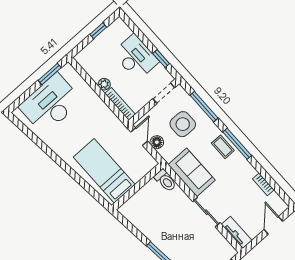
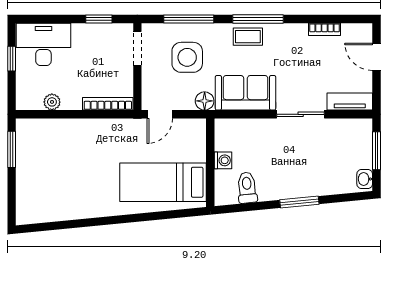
desk: (136, 57) -> (43, 44), moved
plant: (104, 84) -> (52, 102), moved
desk: (51, 104) -> (43, 176), removed
door: (139, 137) -> (160, 114), swing flipped
floor lamp: (157, 142) -> (205, 101), moved
toilet: (165, 180) -> (247, 188), moved, turned -96
washing machine: (145, 192) -> (223, 160), added

